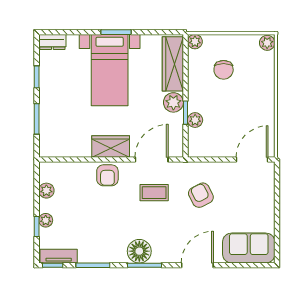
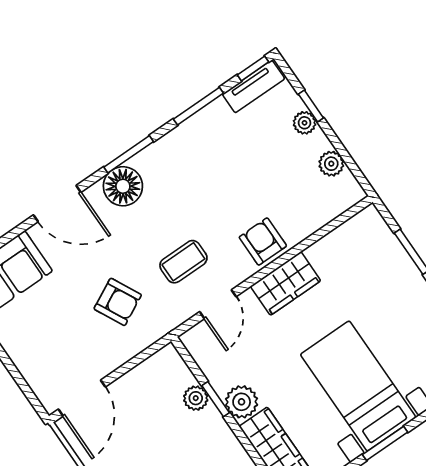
door: (152, 159) -> (218, 304), width x0.73
floor lamp: (139, 251) -> (123, 186), moved
door: (197, 265) -> (57, 204), hinge flipped

